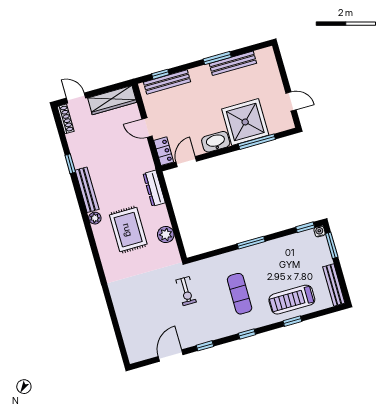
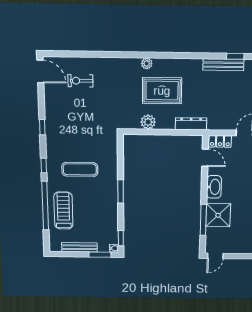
door: (291, 101) -> (215, 256), moved
shower: (245, 122) -> (218, 215), width x0.73, depth x0.73
bench: (87, 190) -> (223, 65), moved
plant: (95, 218) -> (147, 64), moved
bench: (334, 285) -> (79, 247), moved
exercise bike: (186, 291) -> (80, 81), moved
window: (292, 321) -> (45, 206), width x3.17
door: (171, 356) -> (40, 71), moved

